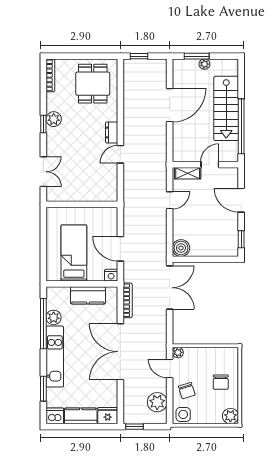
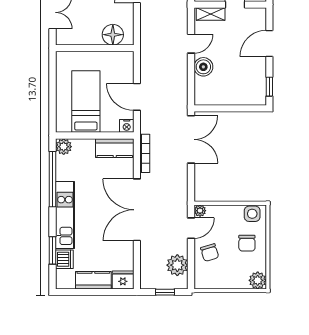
floor lamp: (98, 192) -> (113, 35), added
door: (241, 200) -> (269, 44), hinge flipped
boiler: (181, 248) -> (203, 67), moved
kitchen counter: (88, 295) -> (115, 148), moved
plant: (54, 317) -> (64, 147), moved
door: (170, 368) -> (191, 228), swing flipped
side table: (183, 414) -> (252, 214), moved
dishwasher: (55, 416) -> (64, 259), moved, turned 90
window: (135, 427) -> (165, 292), moved

